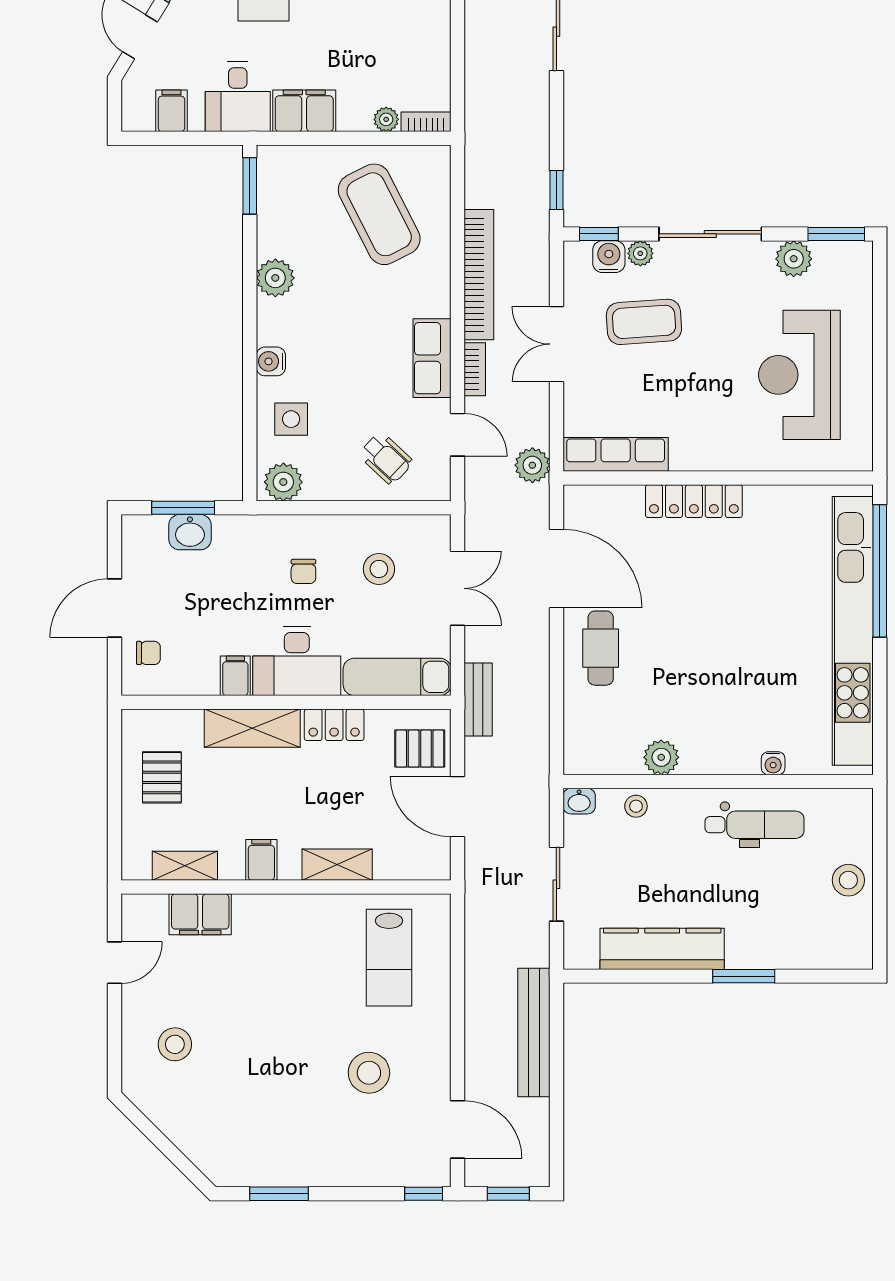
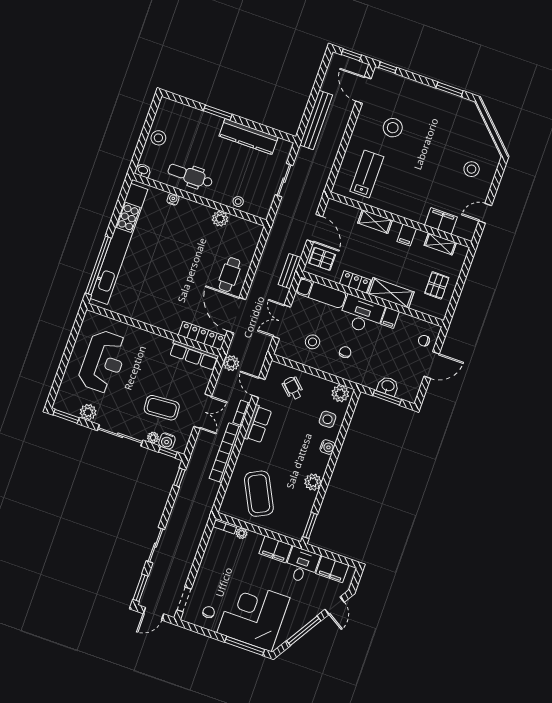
filing cabinet: (171, 111) -> (332, 569), width x2.00
locker: (694, 501) -> (202, 336), moved
washbasin: (579, 801) -> (143, 170), moved

